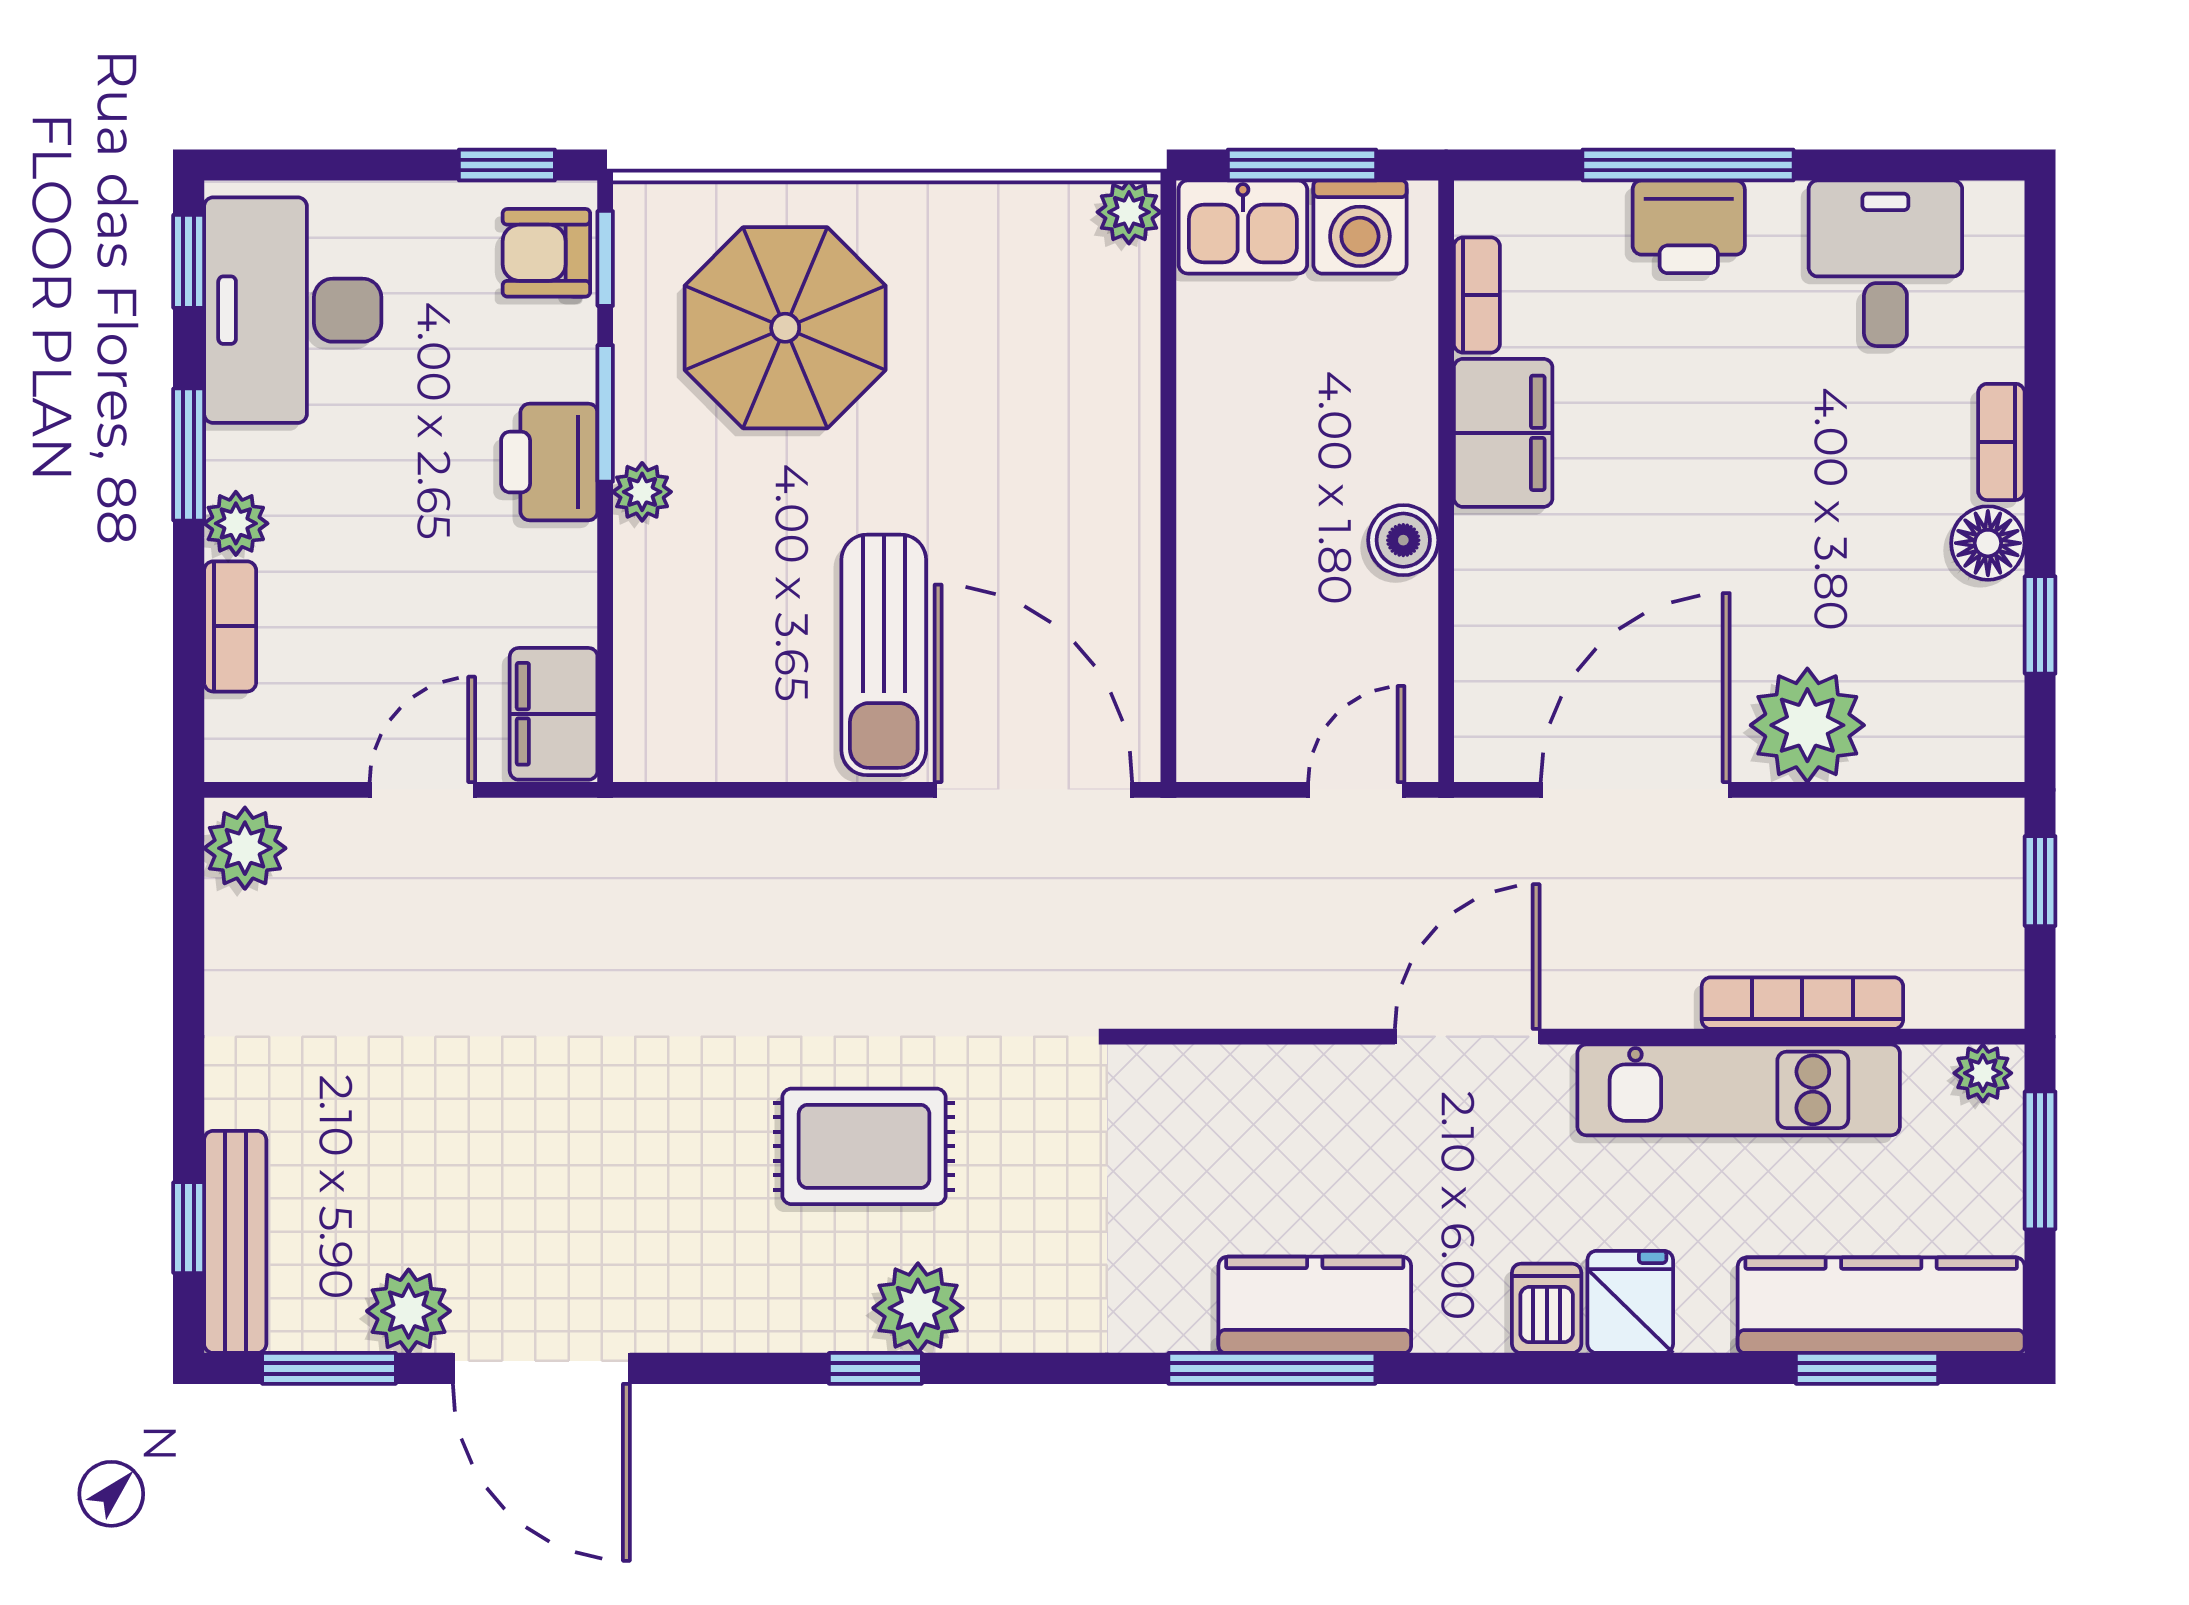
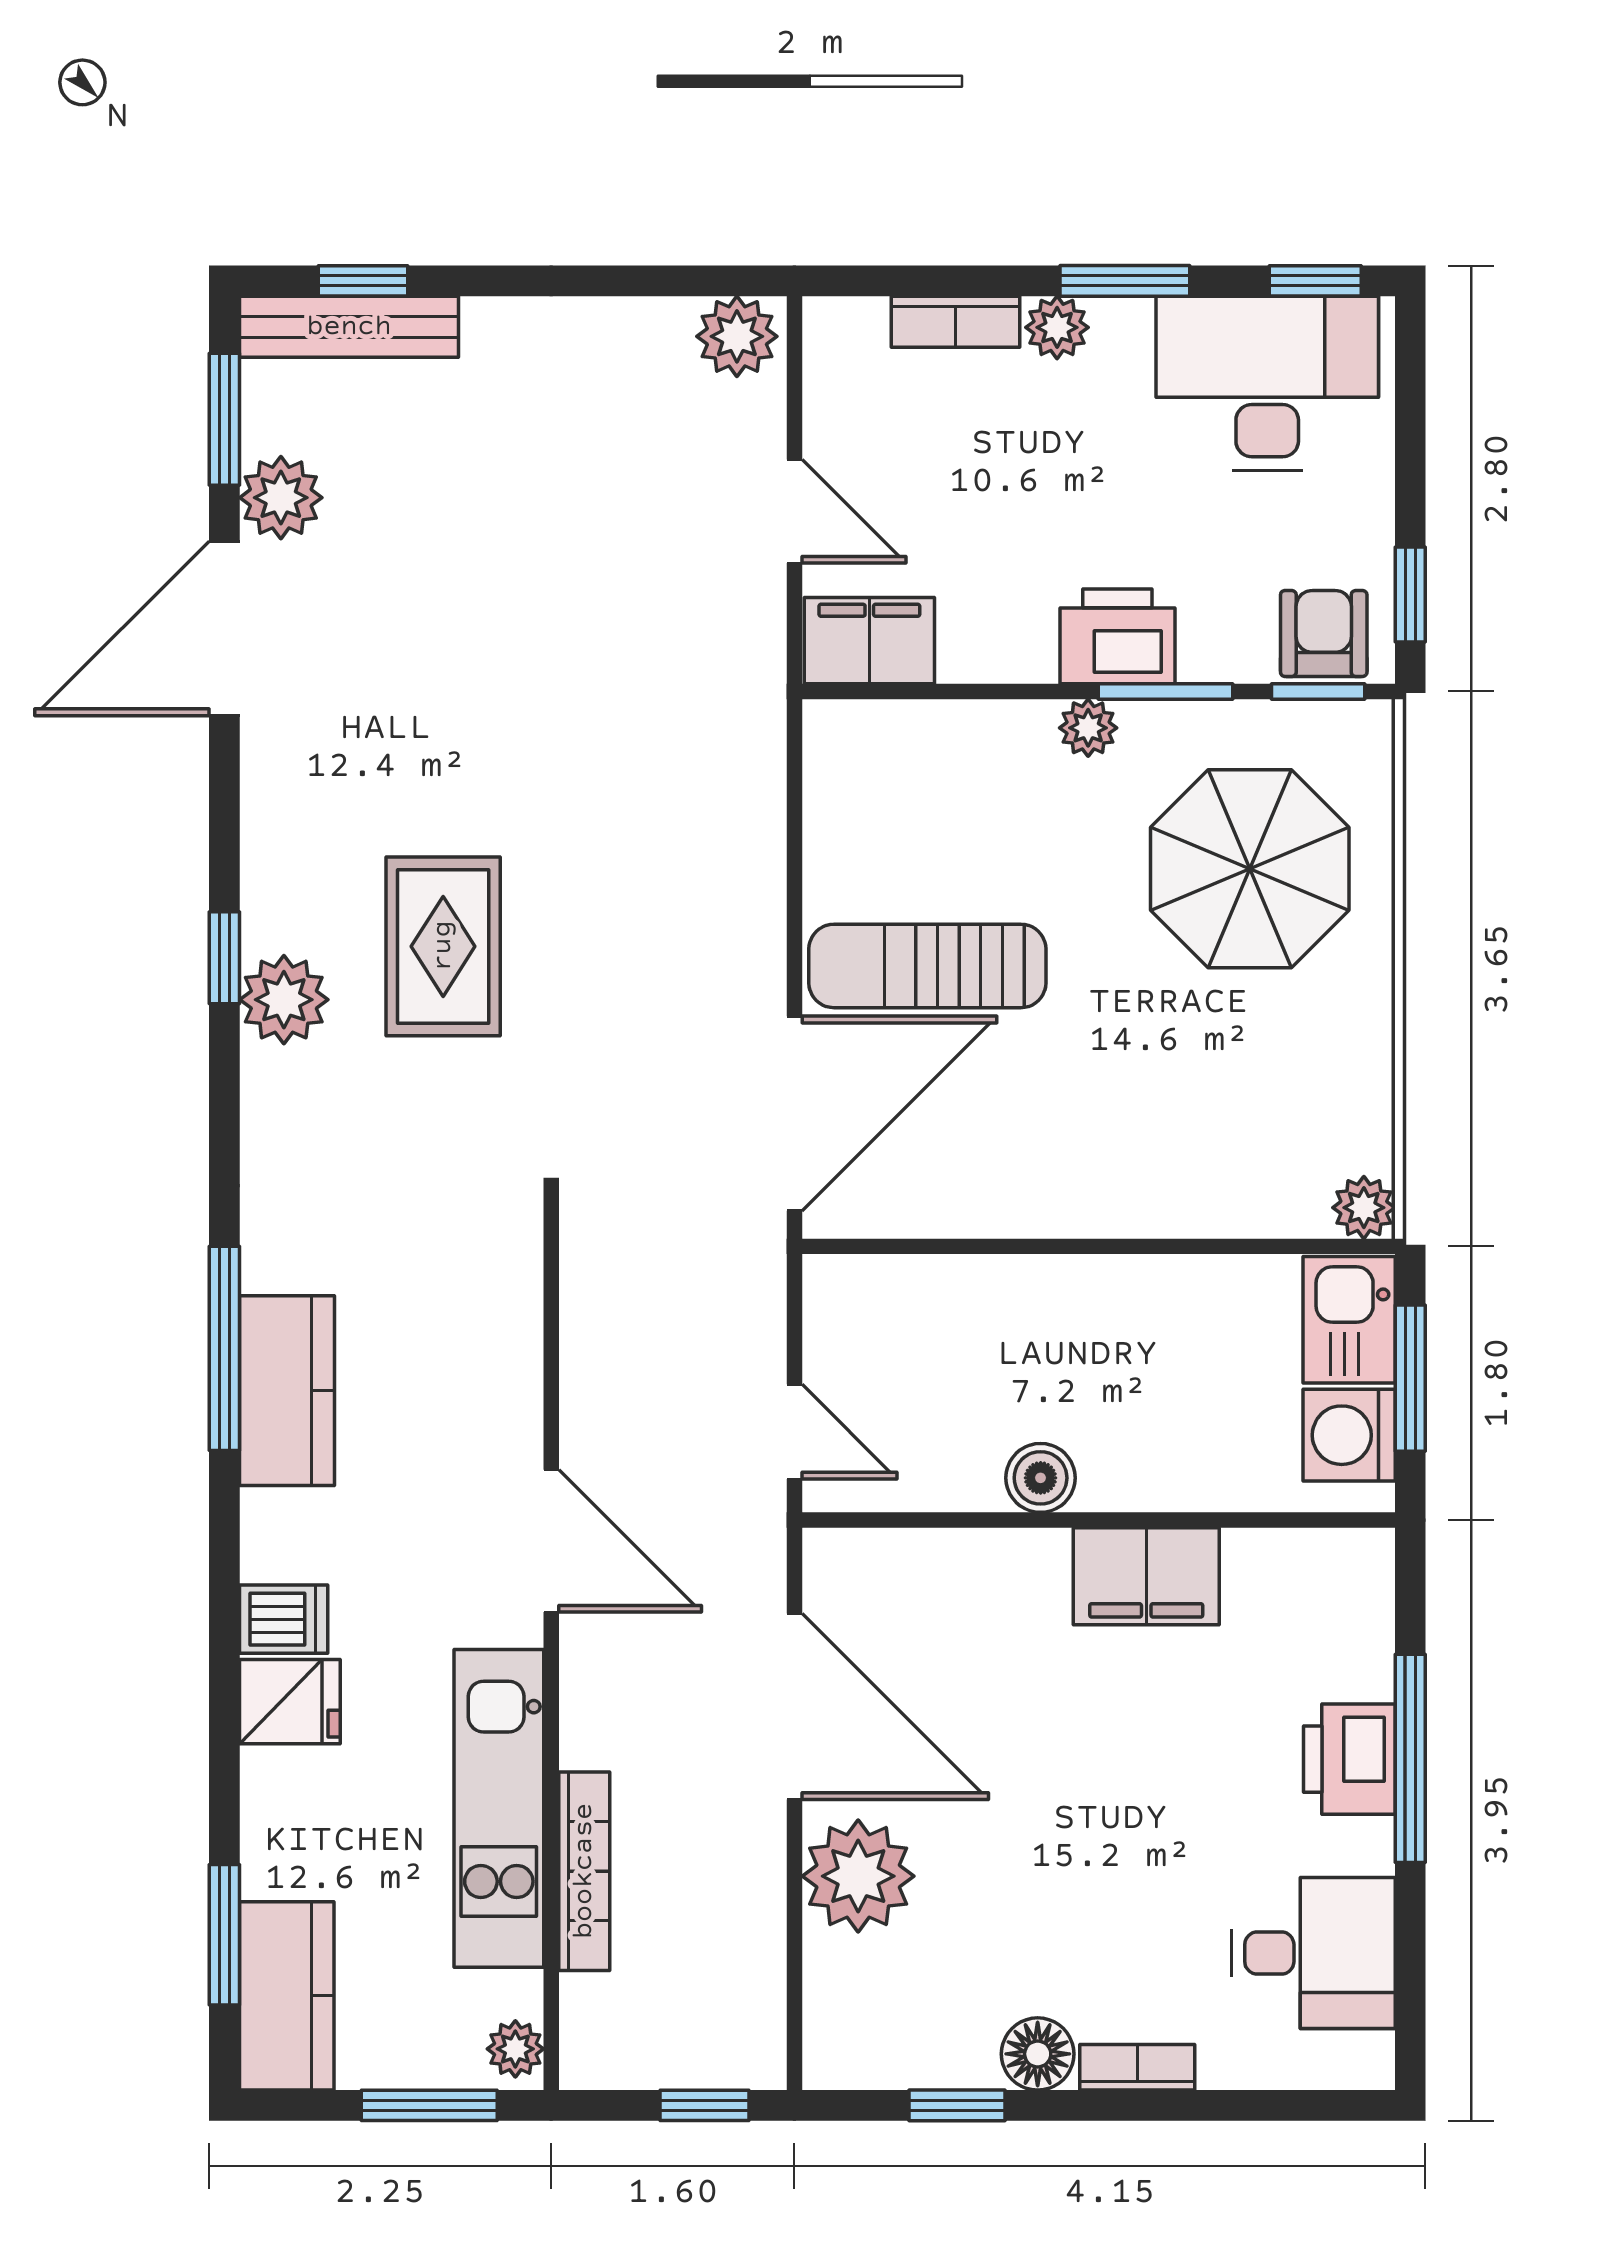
bookcase: (1477, 295) -> (1282, 1550), removed
kitchen counter: (1881, 1305) -> (287, 1996), width x0.67

